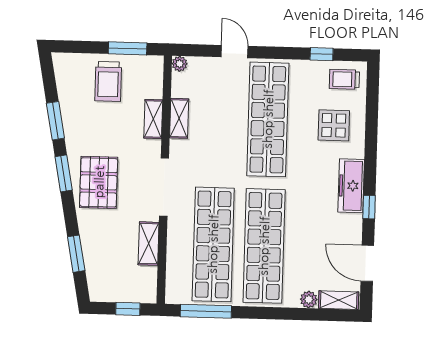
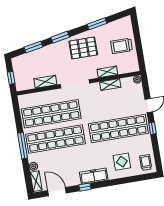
window: (128, 48) -> (140, 52), removed
window: (322, 54) -> (152, 128), moved
window: (64, 173) -> (60, 37), moved
pallet: (99, 182) -> (83, 48), moved
door: (367, 263) -> (57, 192), hinge flipped
window: (206, 311) -> (22, 146), moved

